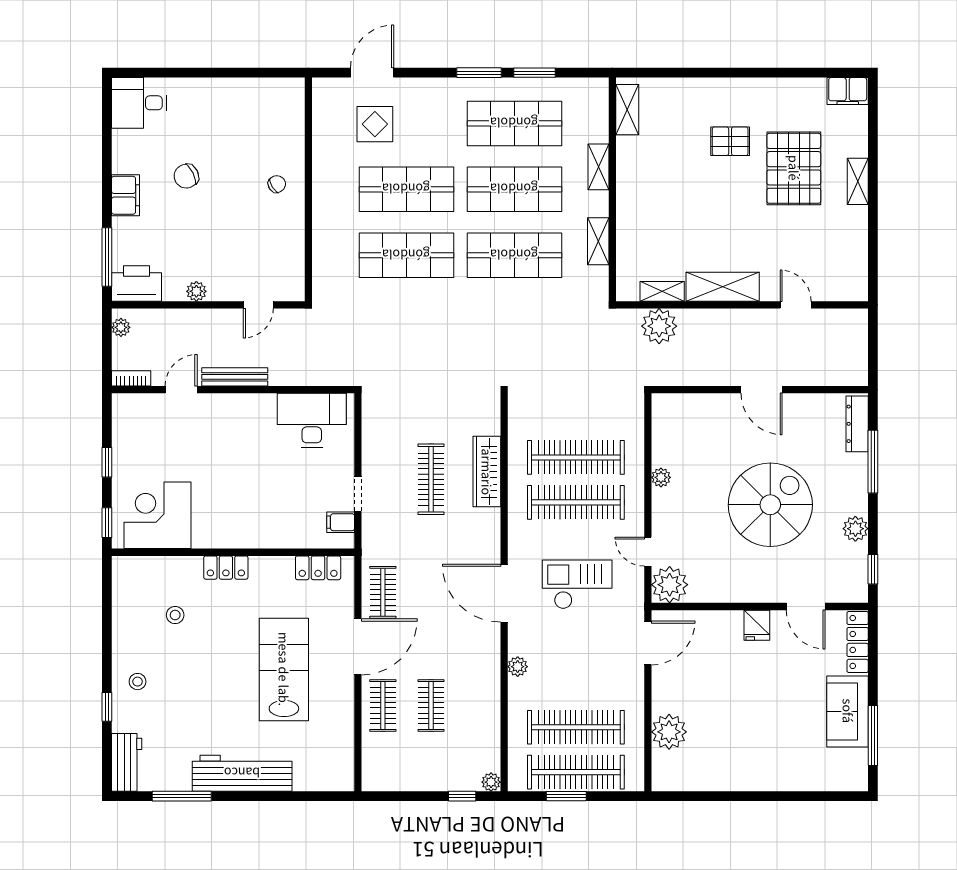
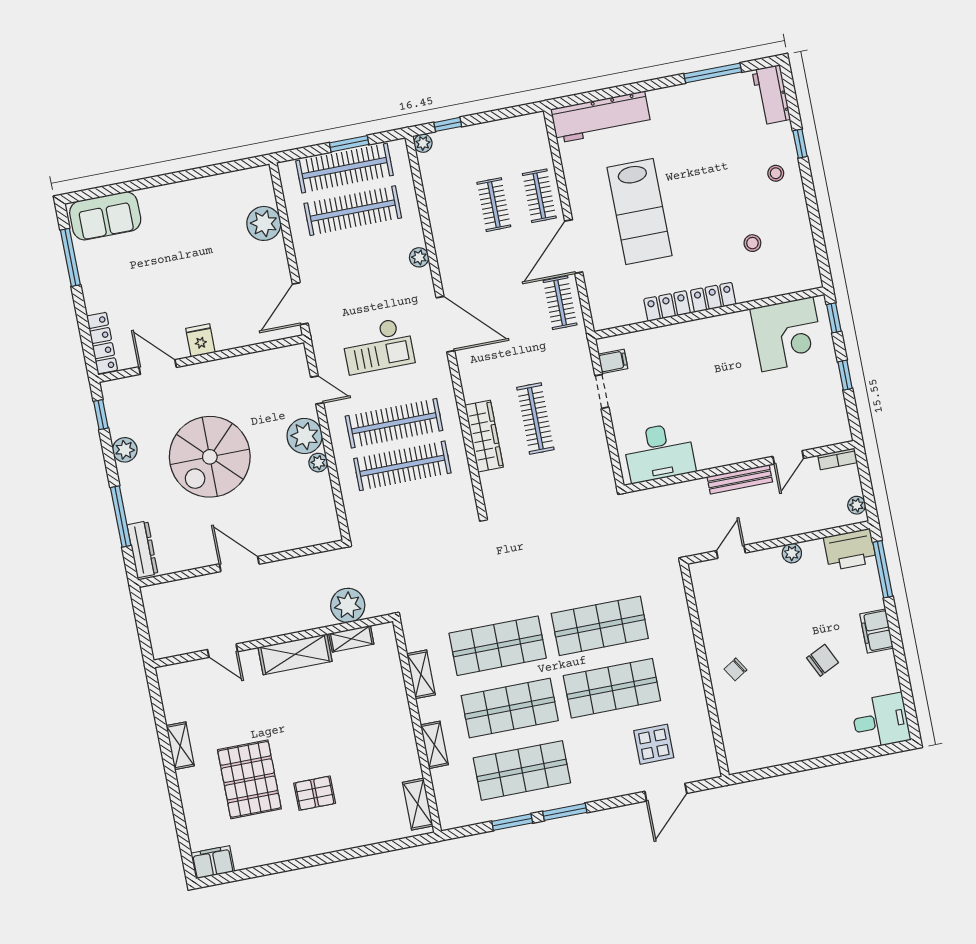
shelving: (858, 181) -> (180, 746), moved
locker: (318, 568) -> (667, 306), moved
plant: (670, 585) -> (305, 436), moved
sofa: (848, 711) -> (105, 216), moved, turned 90
workbench: (242, 773) -> (601, 117), moved

